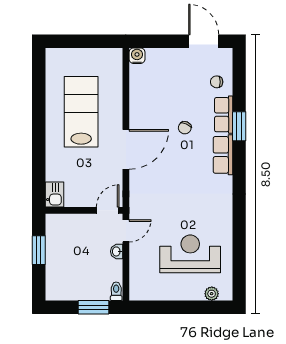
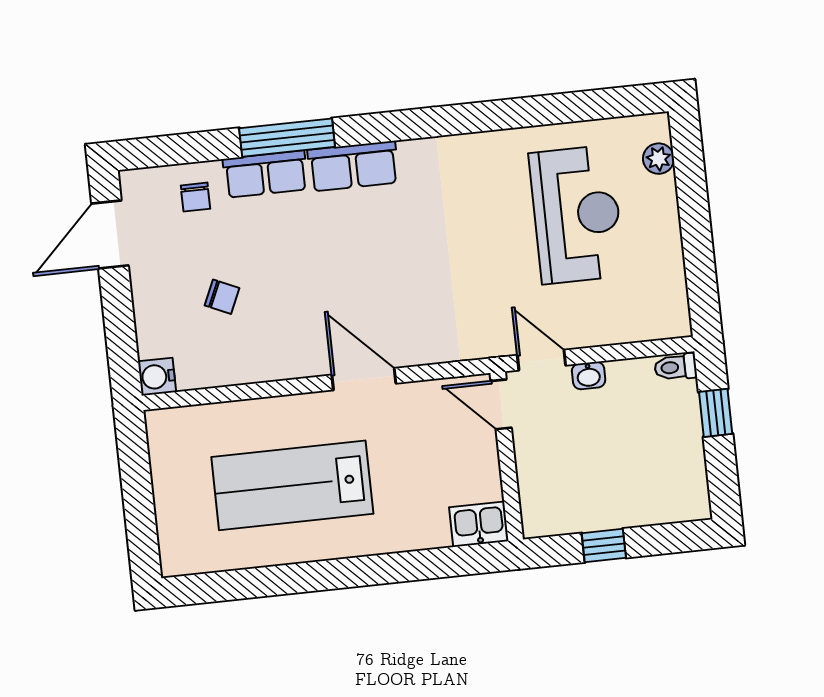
window: (239, 126) -> (287, 138), width x1.44
chair: (185, 128) -> (222, 297), moved
door: (126, 149) -> (364, 379), width x0.73
window: (39, 250) -> (604, 545), width x0.67
reception desk: (190, 254) -> (577, 214), turned 180
window: (93, 307) -> (716, 413), width x0.67

